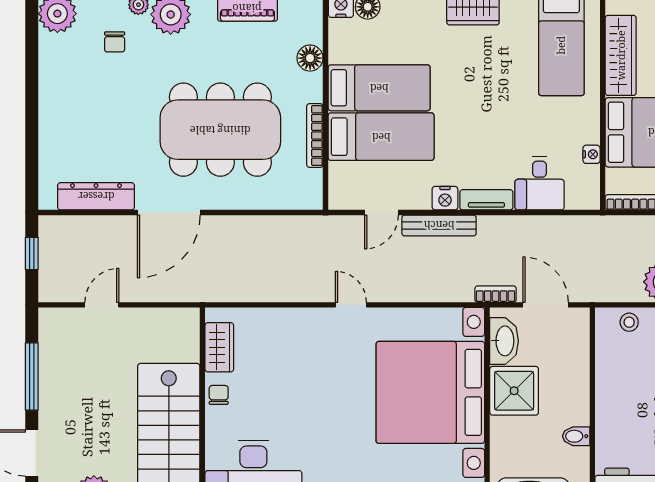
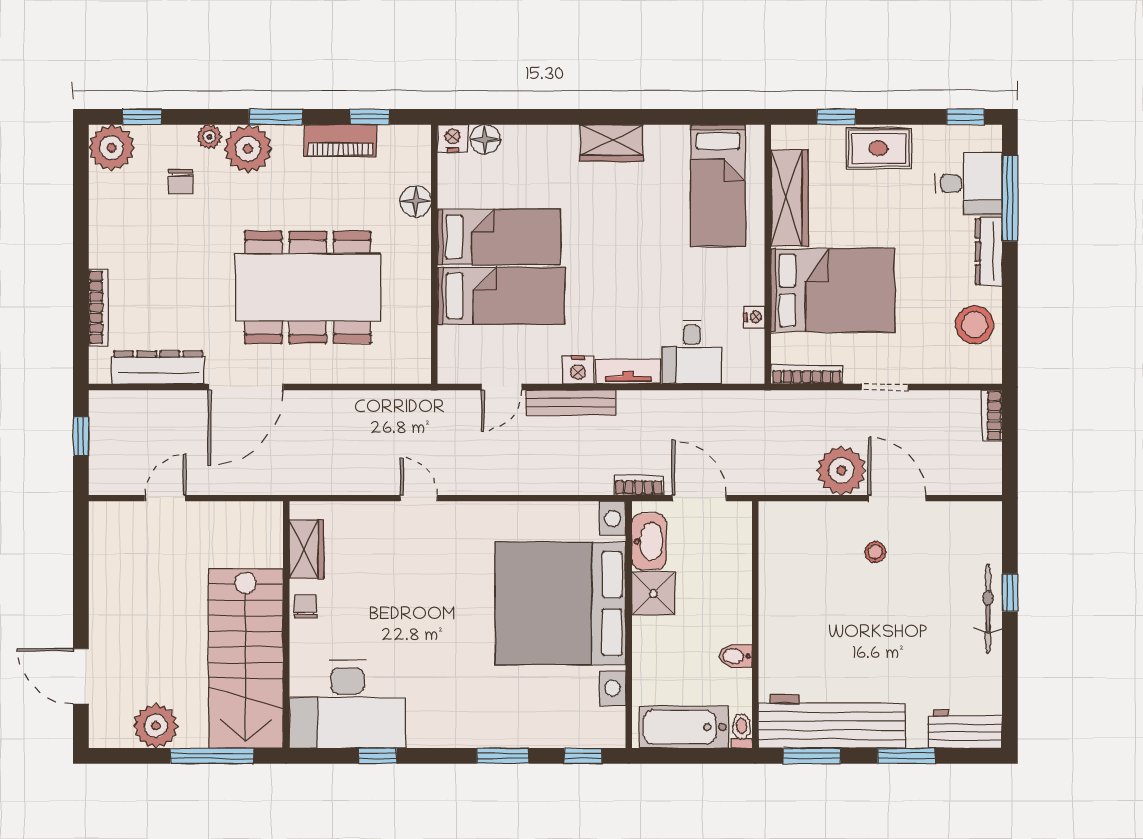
bookcase: (315, 136) -> (98, 307), moved, turned 180
door: (351, 305) -> (419, 498), moved
stool: (629, 322) -> (800, 519), removed
window: (32, 376) -> (81, 584), removed
shower: (514, 391) -> (653, 594), width x0.73, depth x0.73

